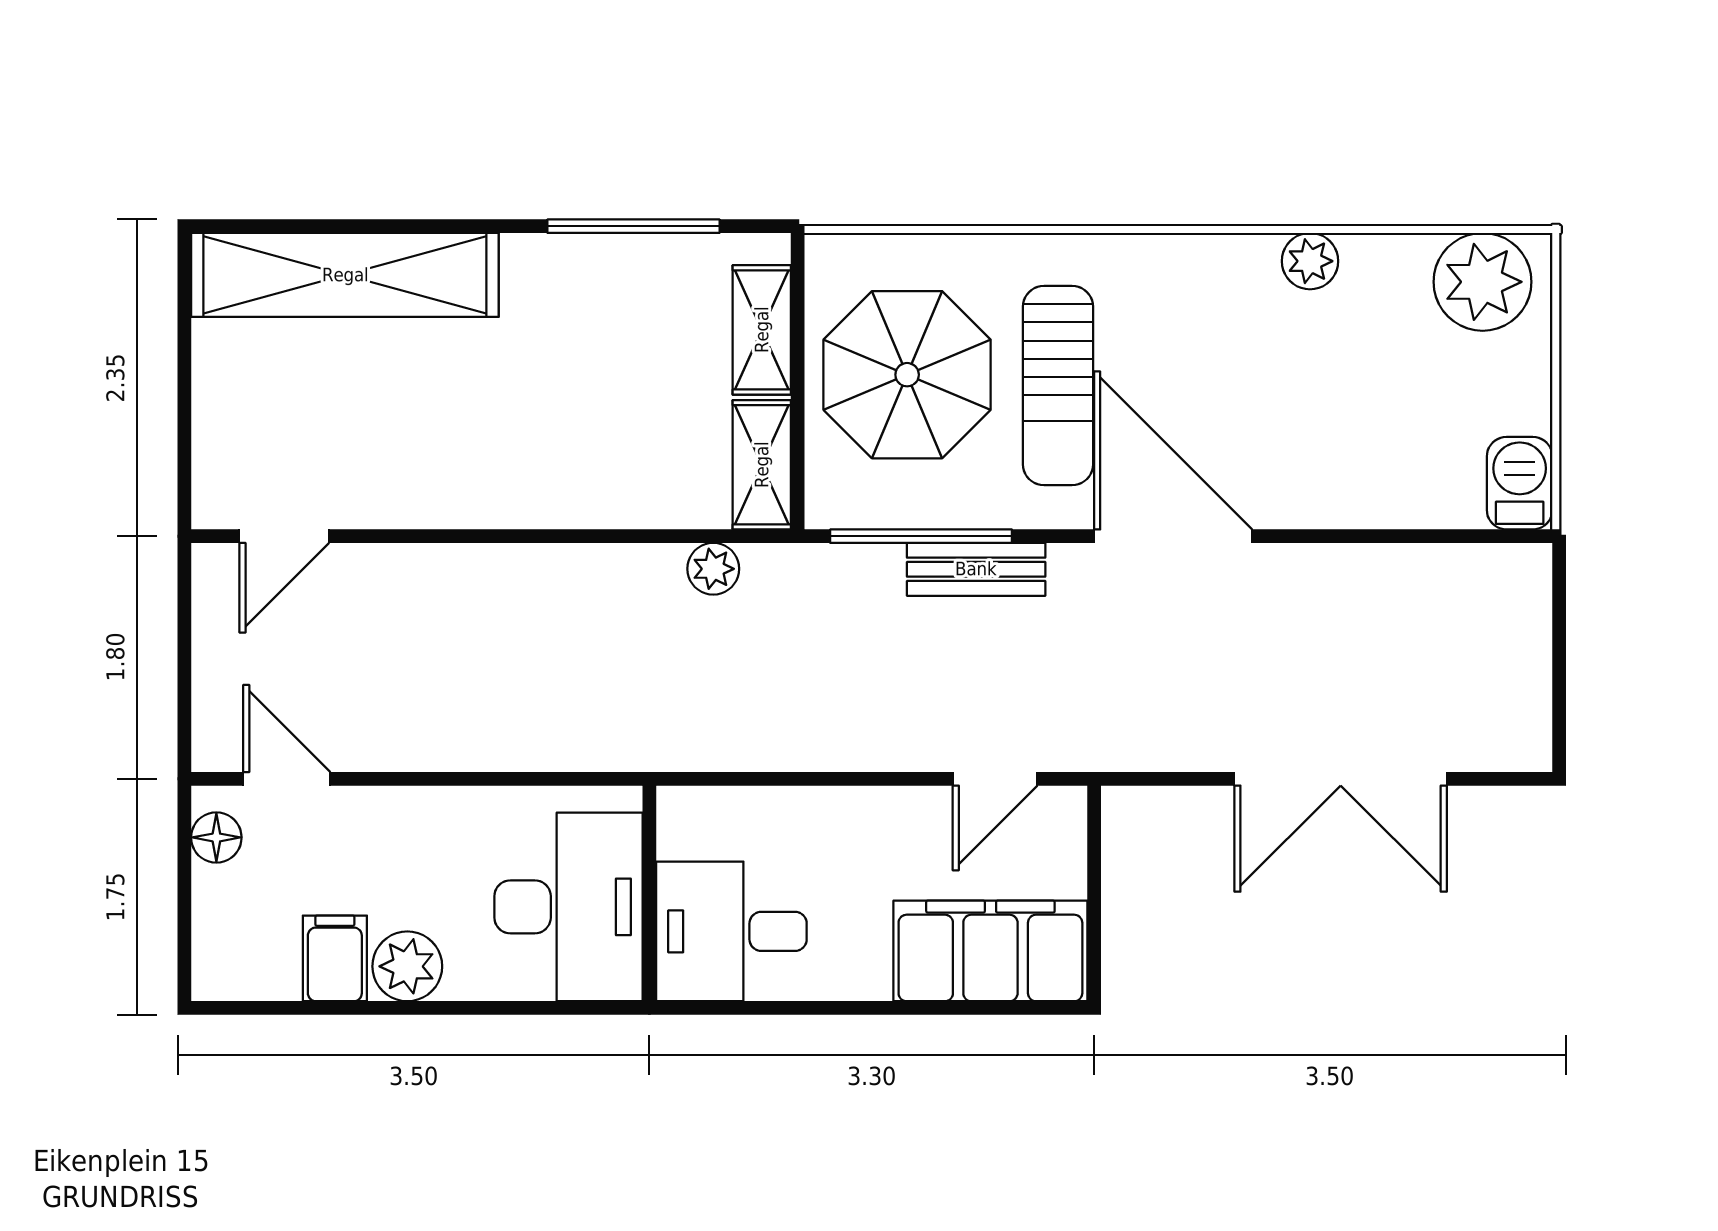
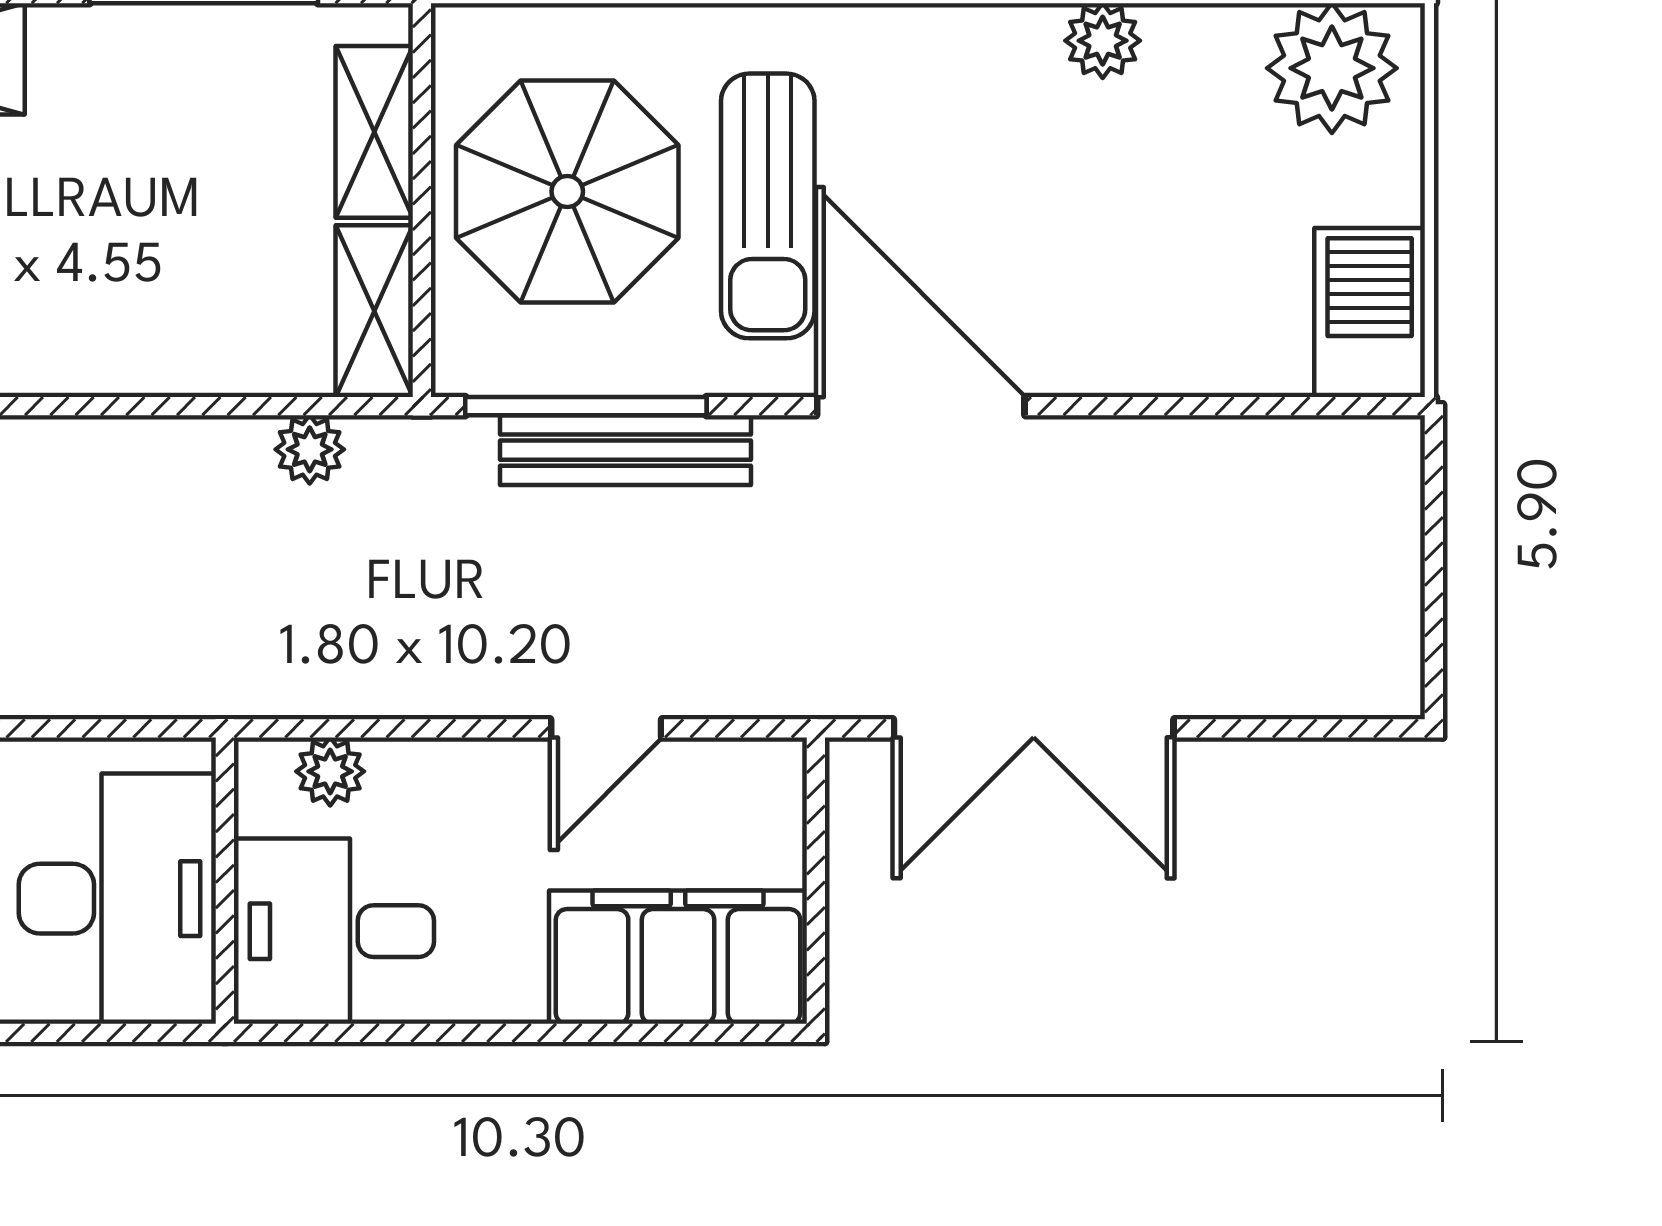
barbecue: (1520, 483) -> (1370, 312), width x1.38, depth x1.27
bench: (976, 569) -> (626, 450), width x1.36
door: (995, 779) -> (606, 728), moved
double door: (1341, 779) -> (1034, 728), moved
plant: (729, 811) -> (330, 771), added

